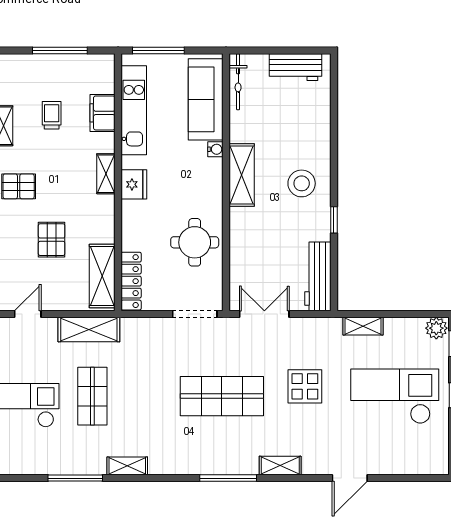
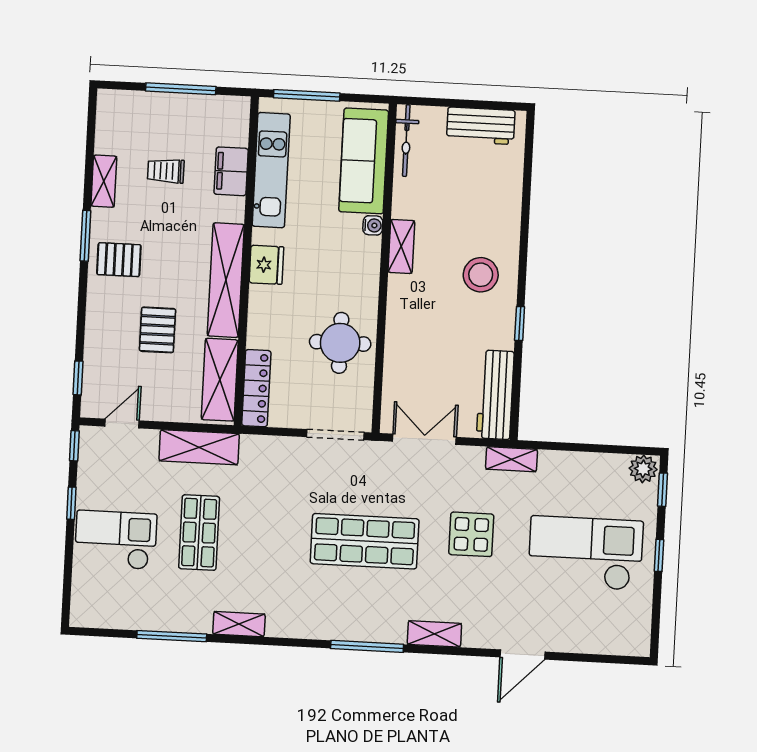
trolley: (52, 115) -> (166, 171), turned -90
shelving: (106, 174) -> (226, 280), width x2.20, depth x1.33
shelving: (242, 175) -> (401, 246), width x0.67, depth x0.75
shelving: (363, 326) -> (512, 459), moved

